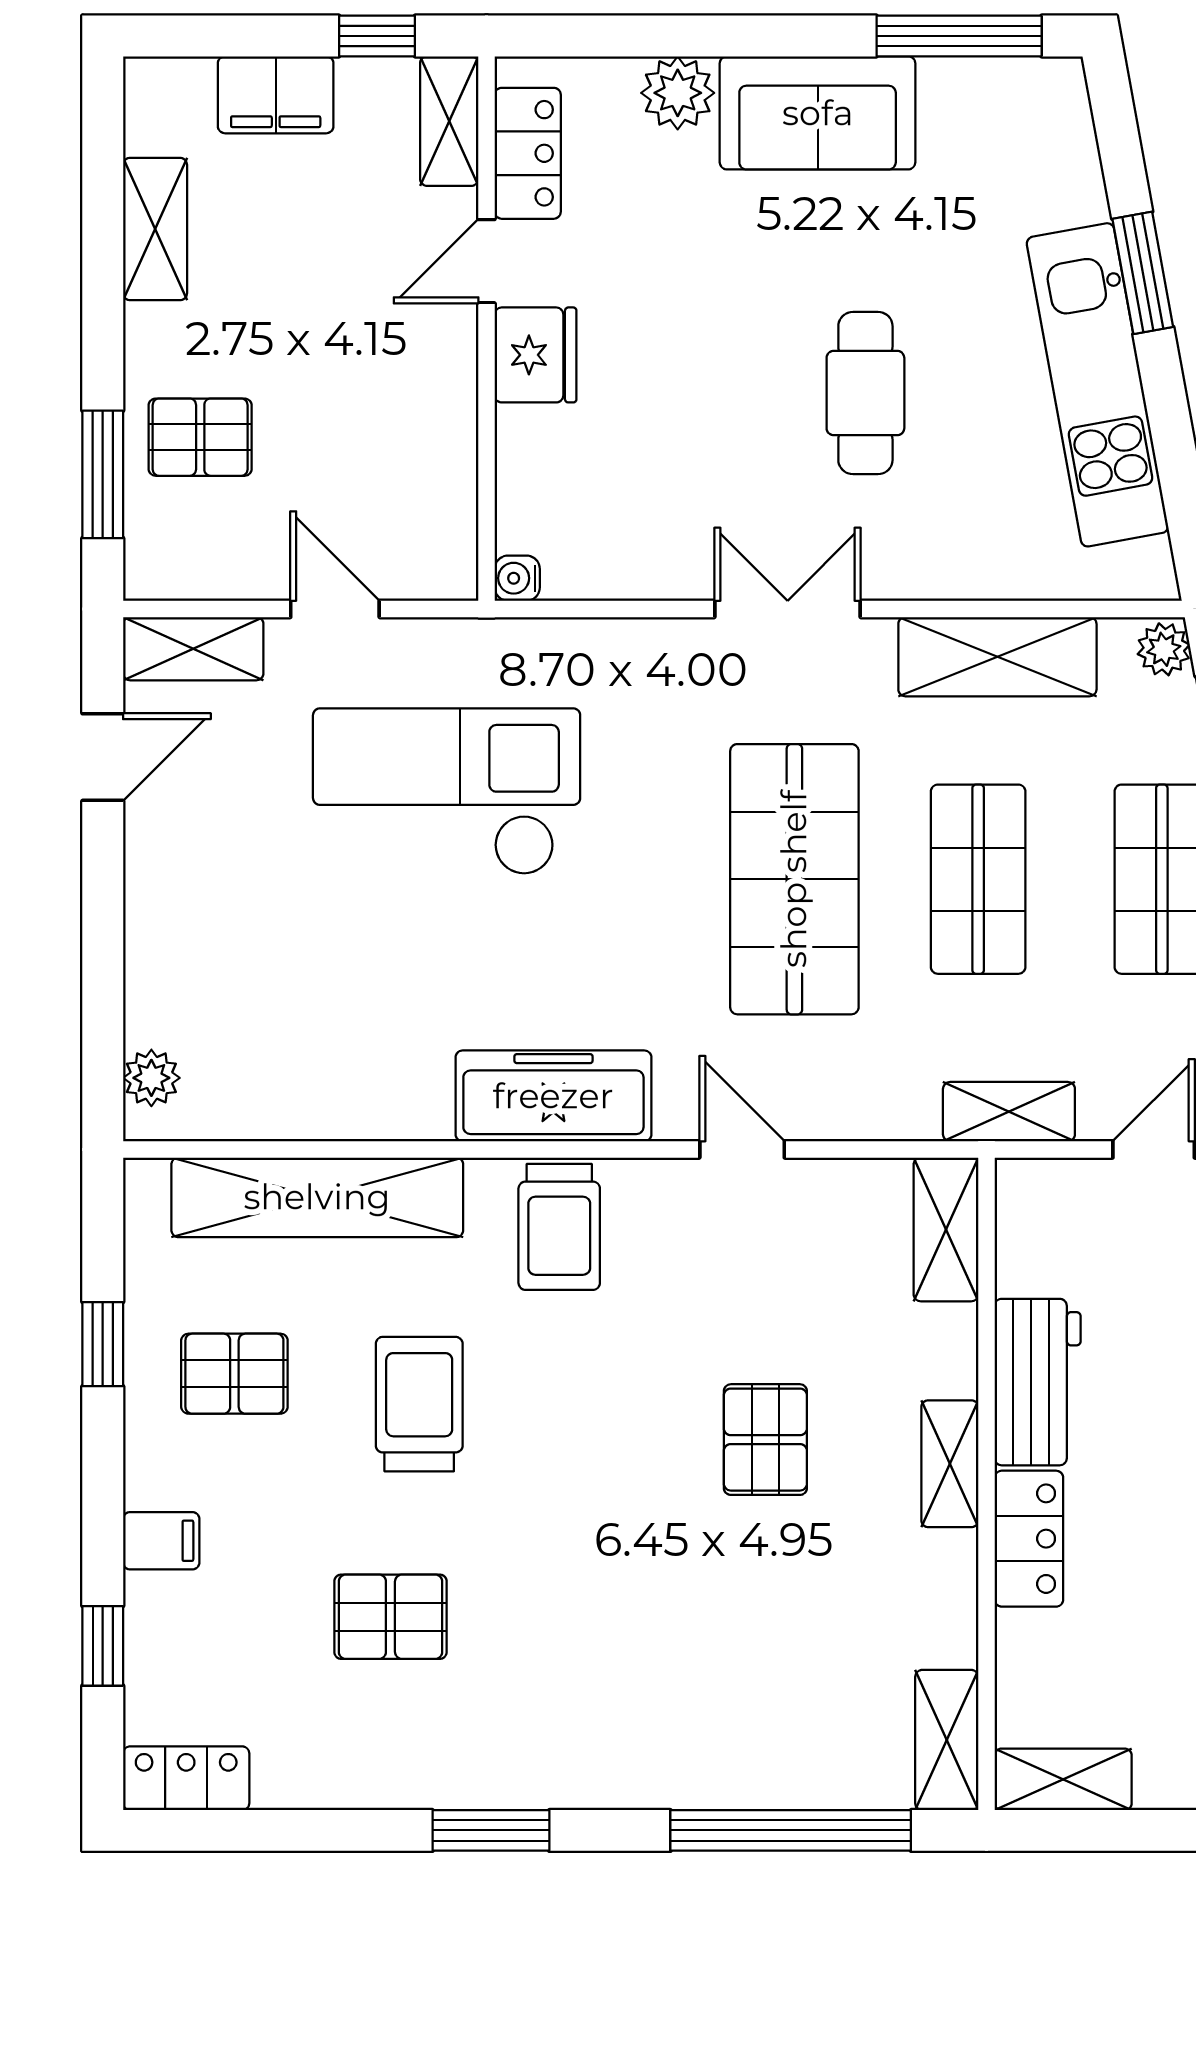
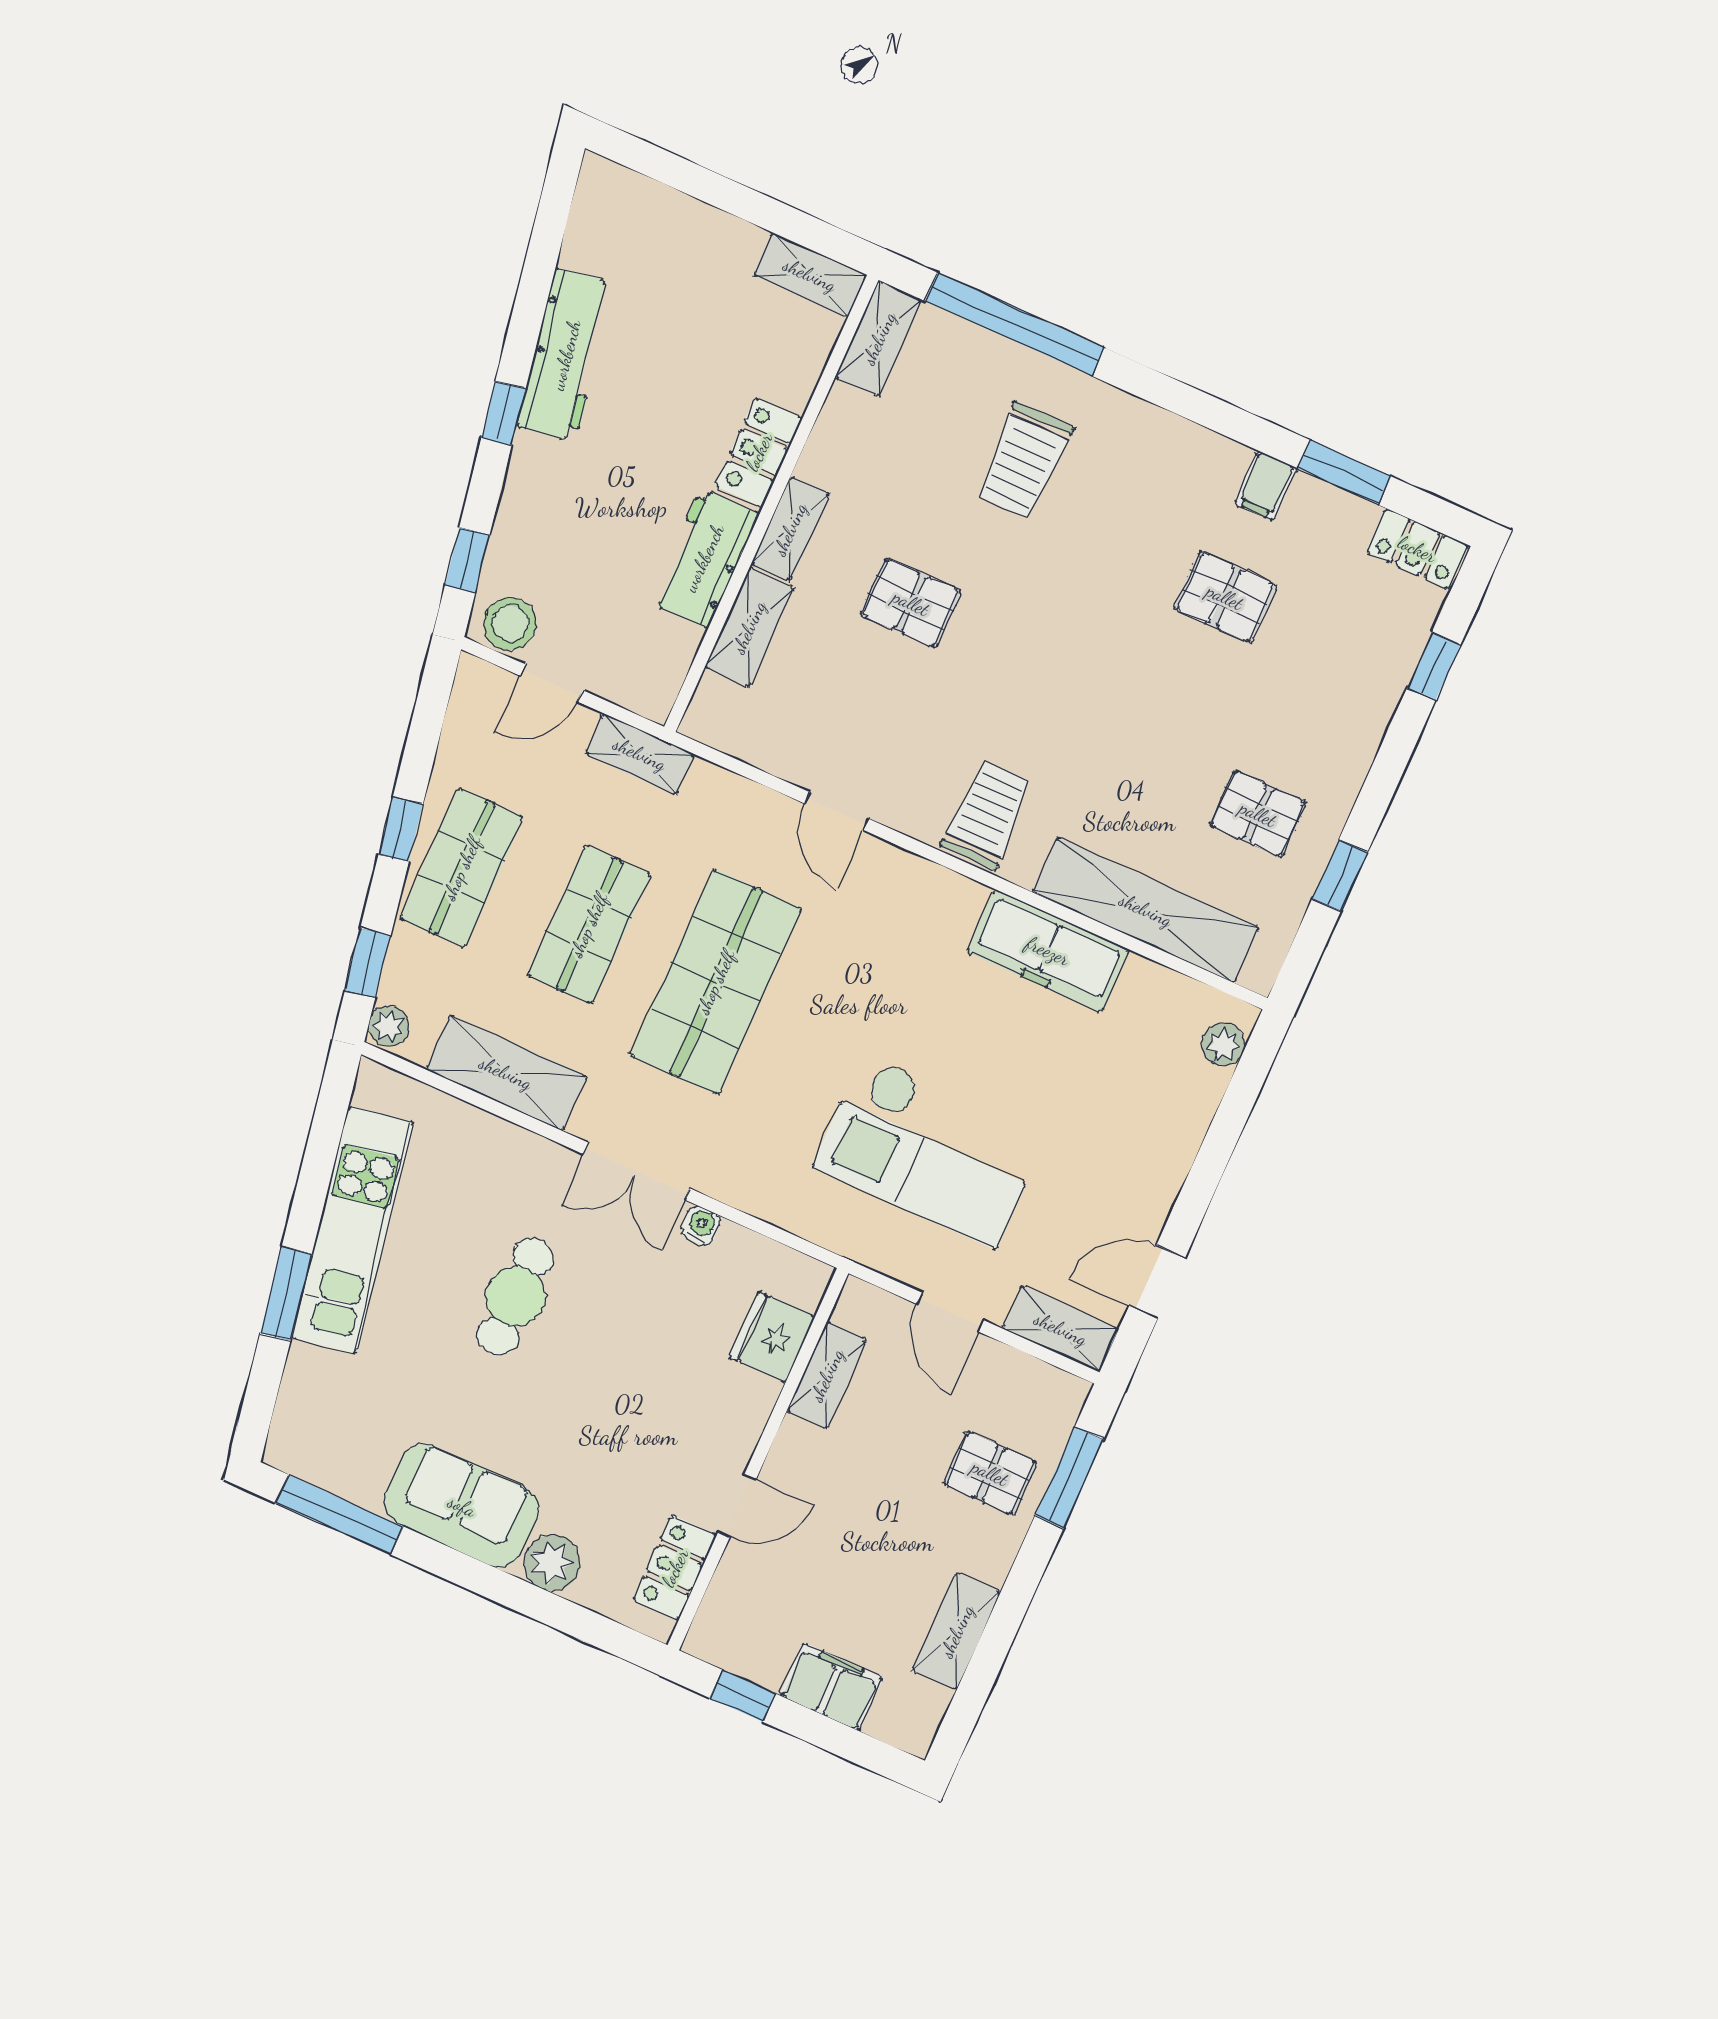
shelving: (449, 121) -> (827, 1375), moved
fridge: (536, 355) -> (772, 1337), moved
water cooler: (517, 578) -> (701, 1226), moved, turned -90
freezer: (553, 1096) -> (1048, 951), moved
shelving: (946, 1229) -> (749, 627), moved
trolley: (419, 1404) -> (1024, 461), moved
pallet: (765, 1440) -> (911, 603), turned 90
filing cabinet: (161, 1541) -> (1266, 486), moved, turned -90
window: (491, 1830) -> (1344, 472), moved

